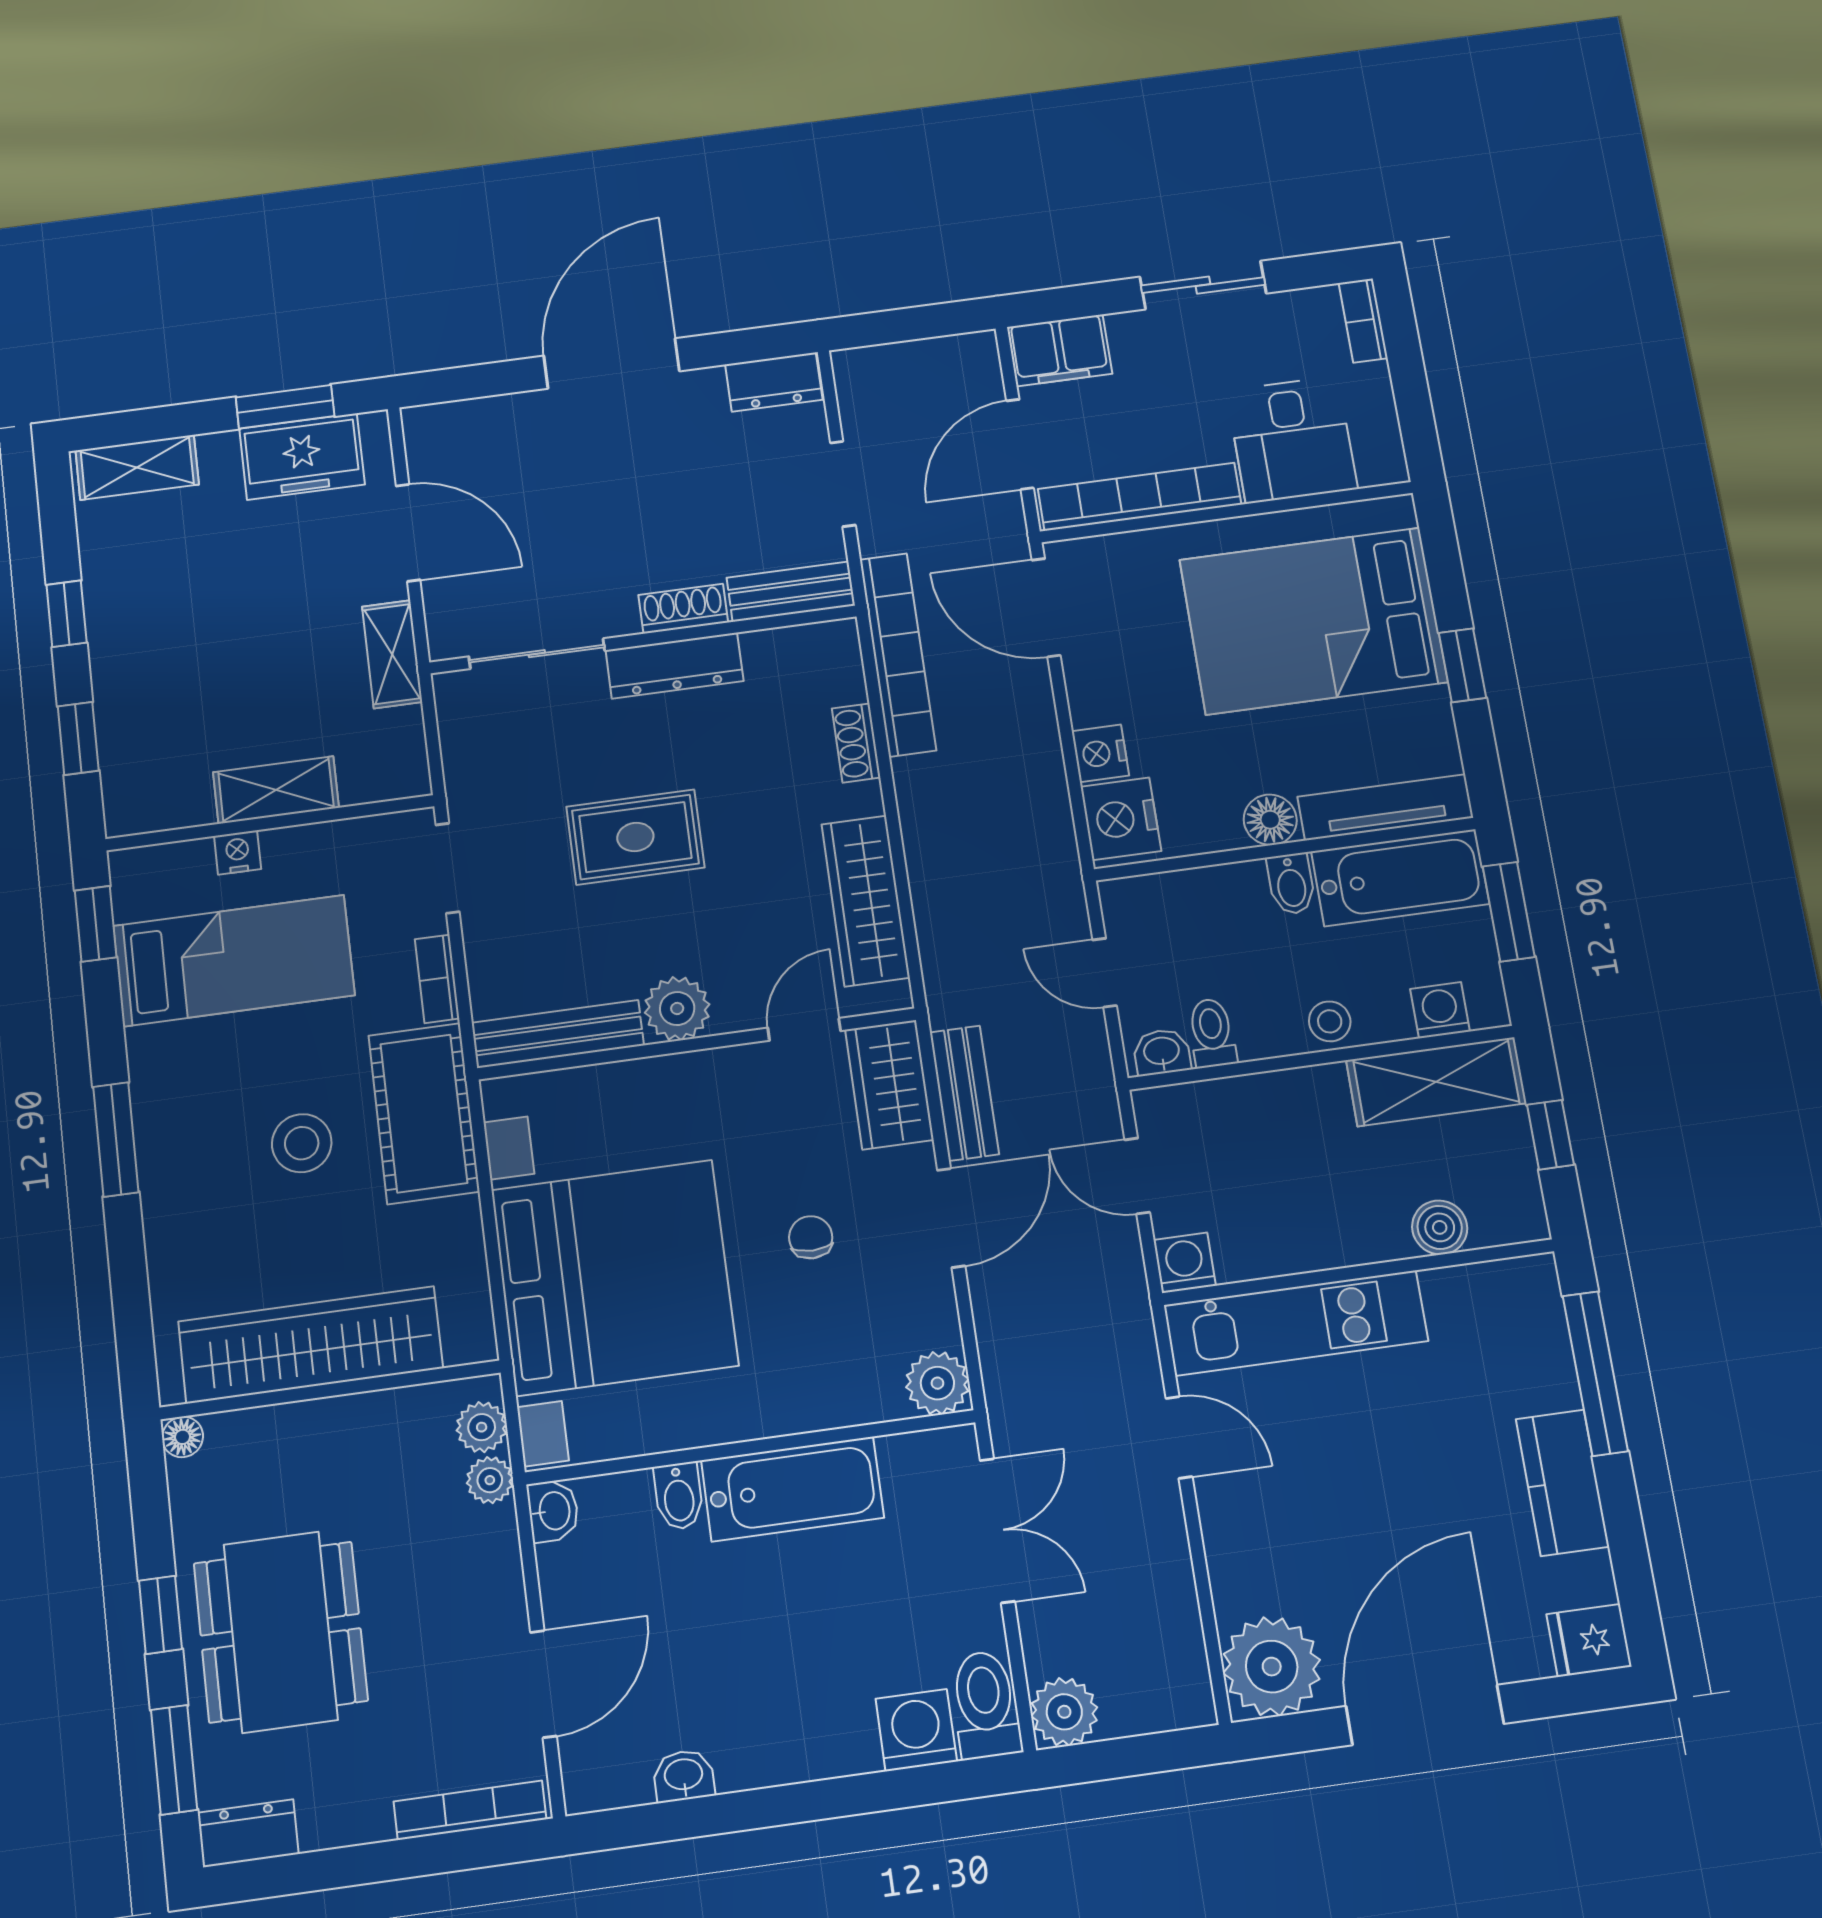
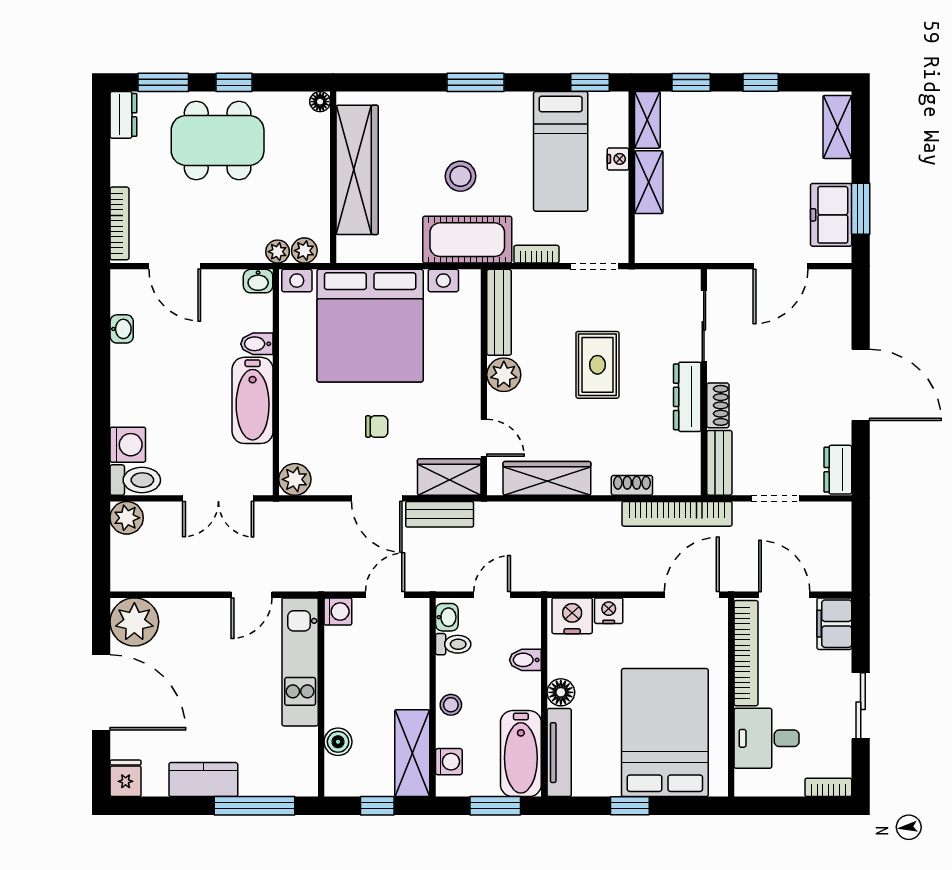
shelving: (392, 654) -> (647, 120), moved, turned 90
bidet: (1291, 884) -> (525, 660), moved

